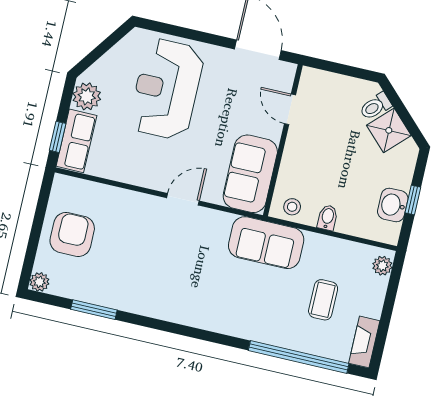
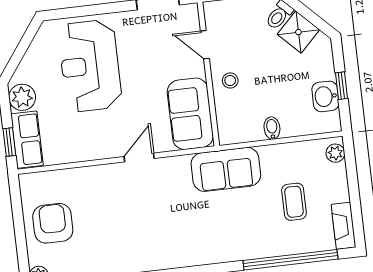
stool: (292, 207) -> (230, 81), moved

